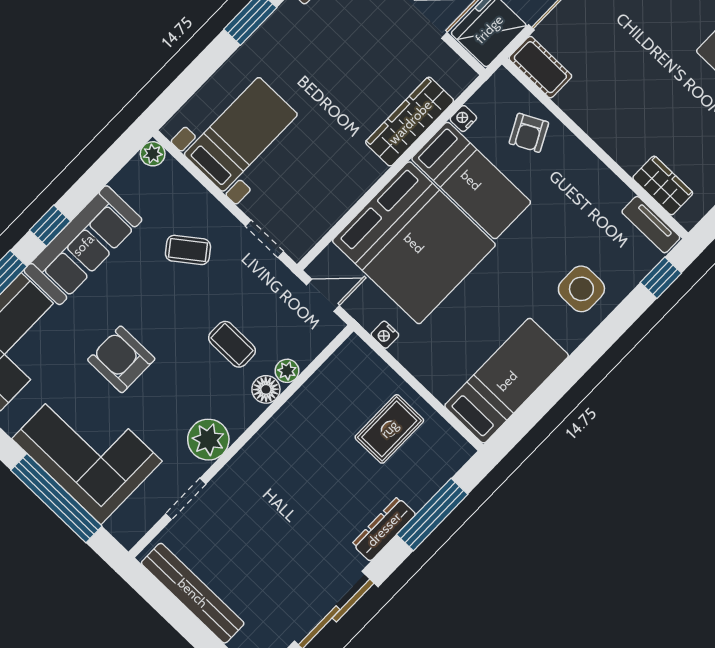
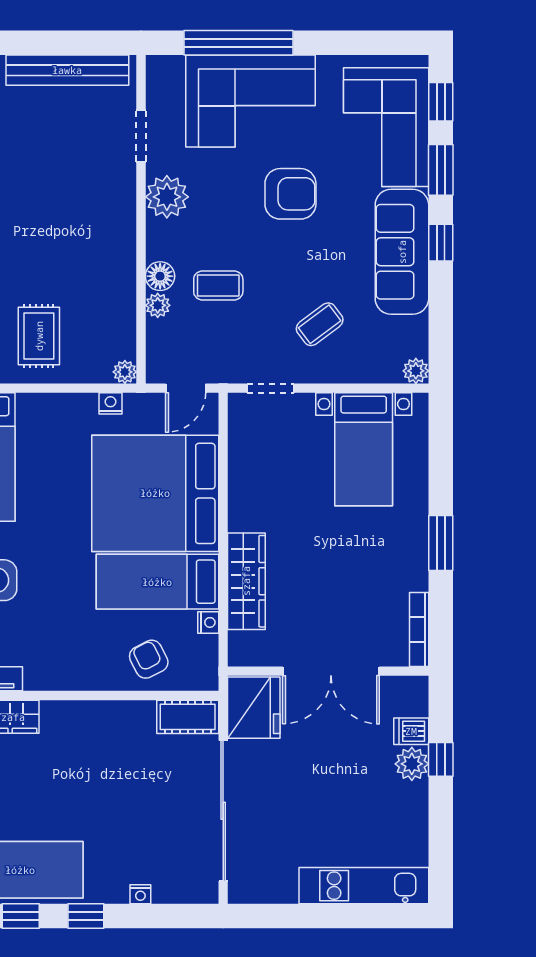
plant: (354, 347) -> (125, 372), added

